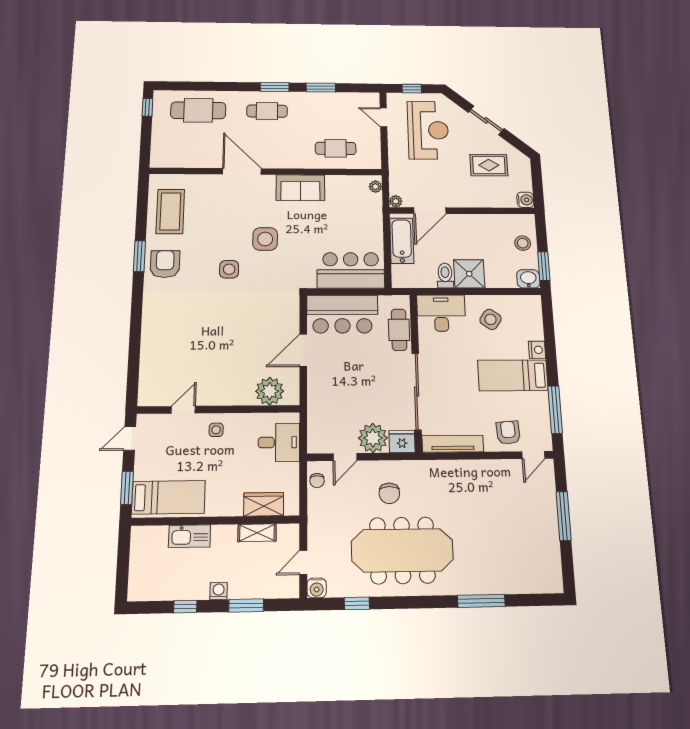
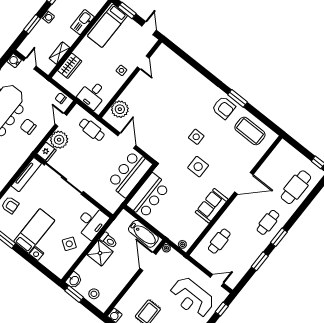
cafe table: (399, 330) -> (92, 130), moved

